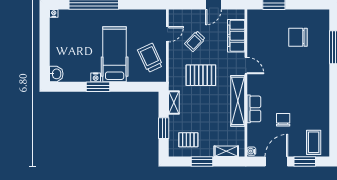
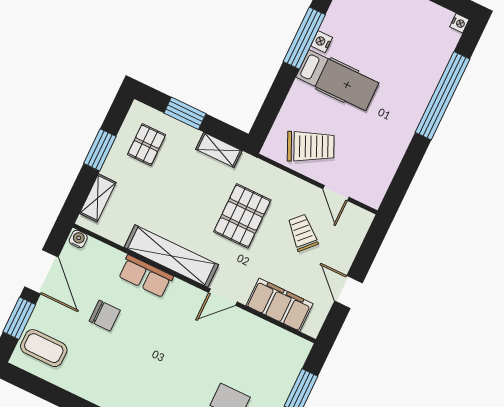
hospital bed: (115, 54) -> (337, 80), width x0.73, depth x0.78
window: (98, 87) -> (304, 38), width x1.44

